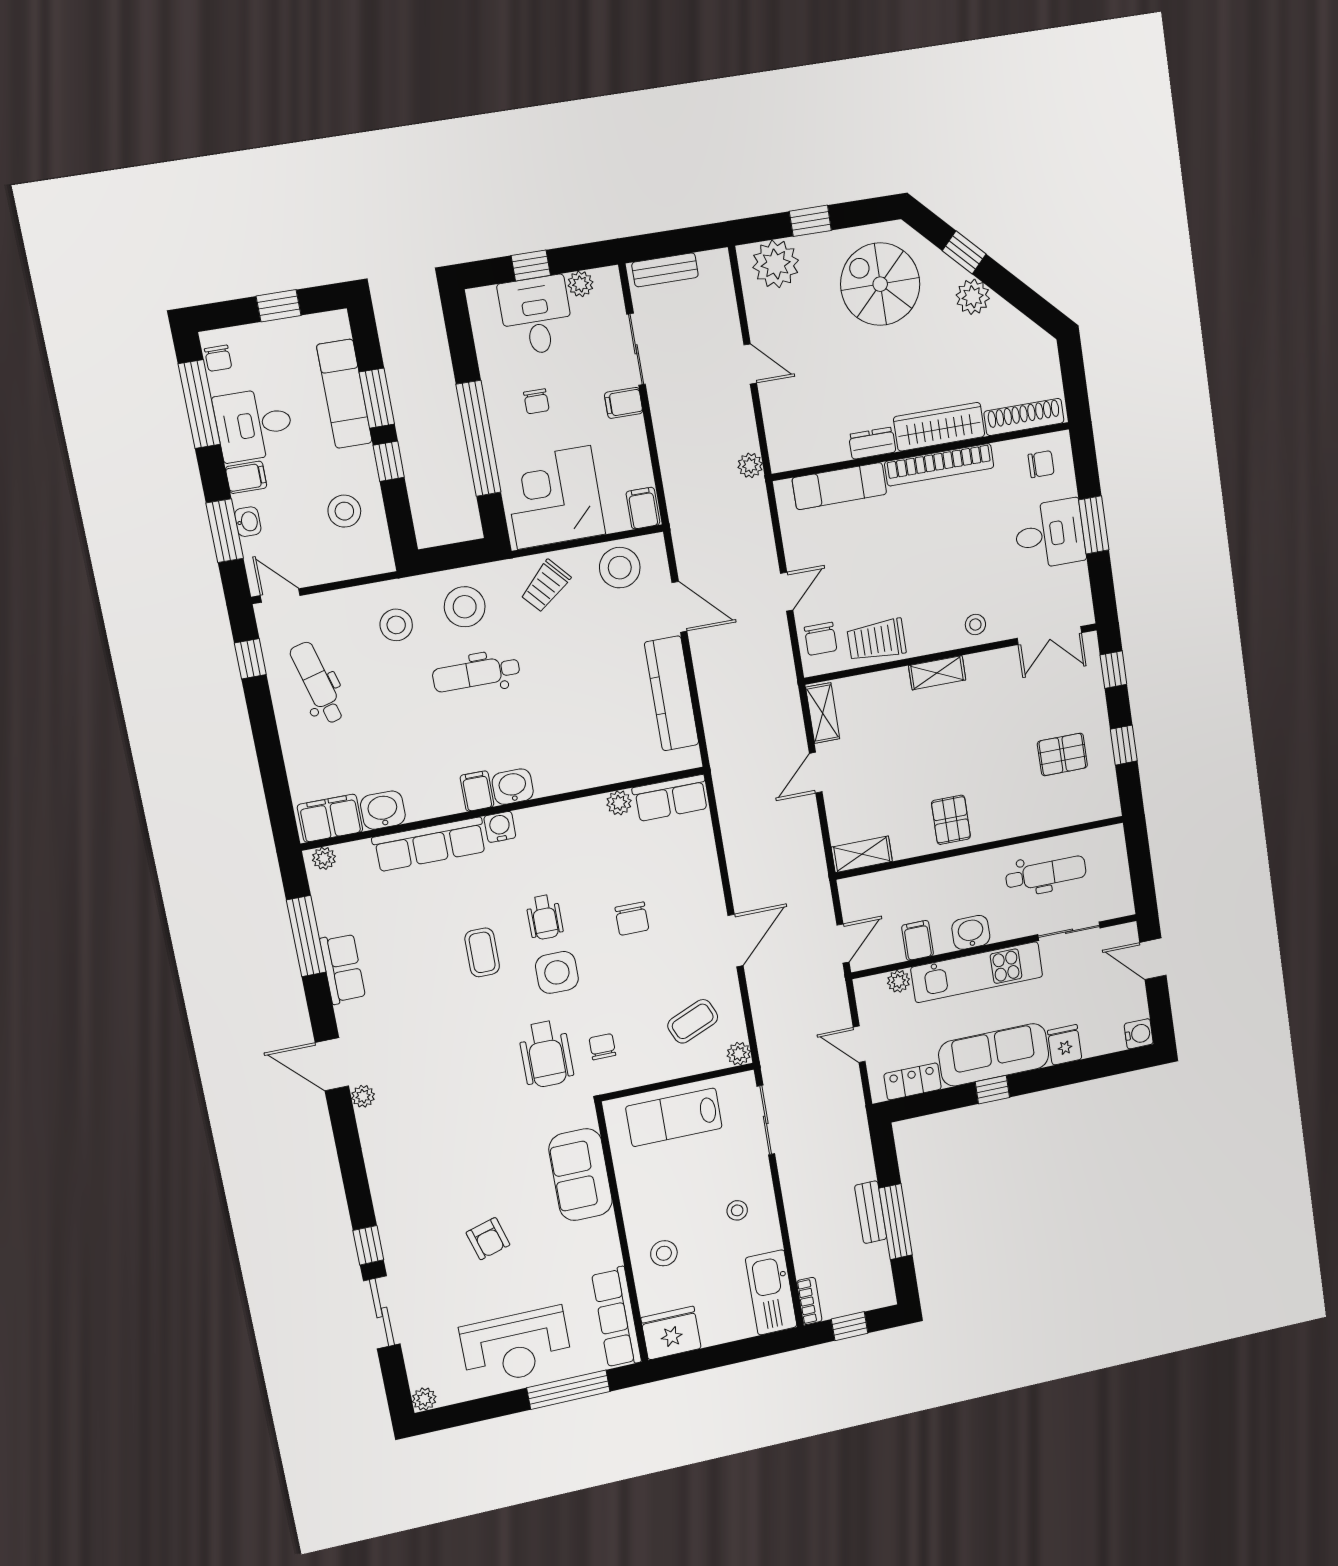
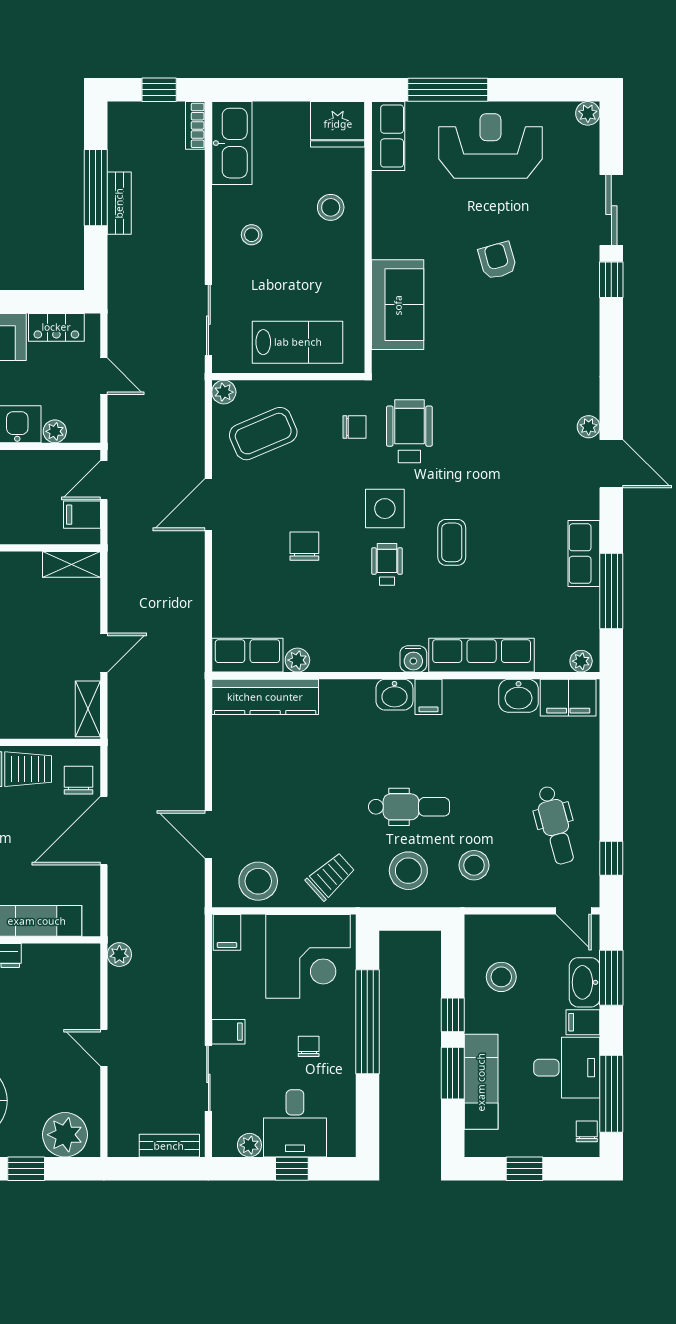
washbasin: (248, 522) -> (585, 982), width x1.91, depth x1.45
door: (787, 592) -> (104, 831), width x1.87
kitchen counter: (672, 693) -> (265, 697), moved, turned 90
filing cabinet: (918, 940) -> (82, 515), moved, turned 90
coffee table: (693, 1021) -> (263, 434), width x1.36, depth x1.30
chair: (602, 1047) -> (354, 427), turned -90
row of seats: (617, 1318) -> (388, 136), width x0.68

